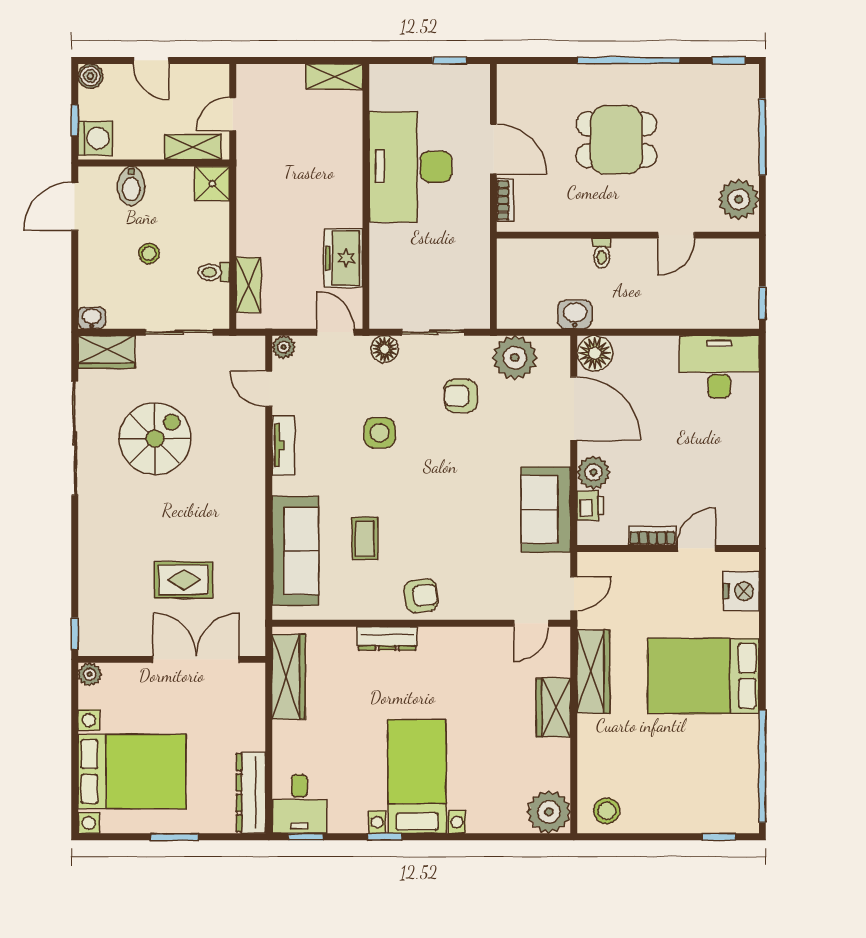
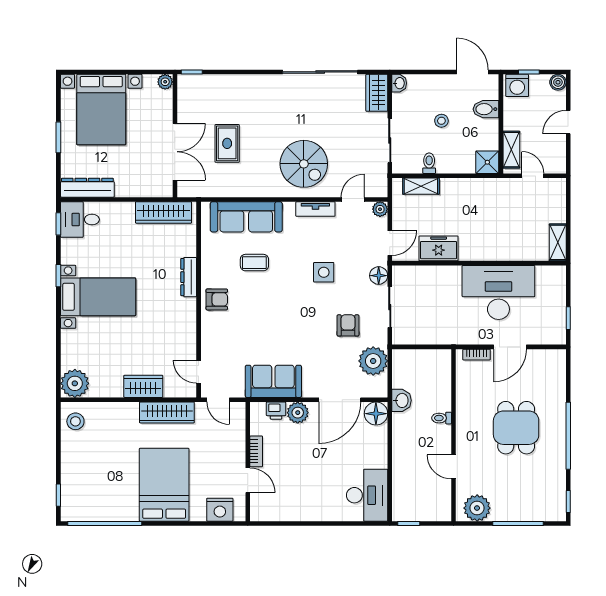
spiral stairs: (155, 439) -> (304, 164), moved
armchair: (421, 596) -> (217, 299), turned -83

